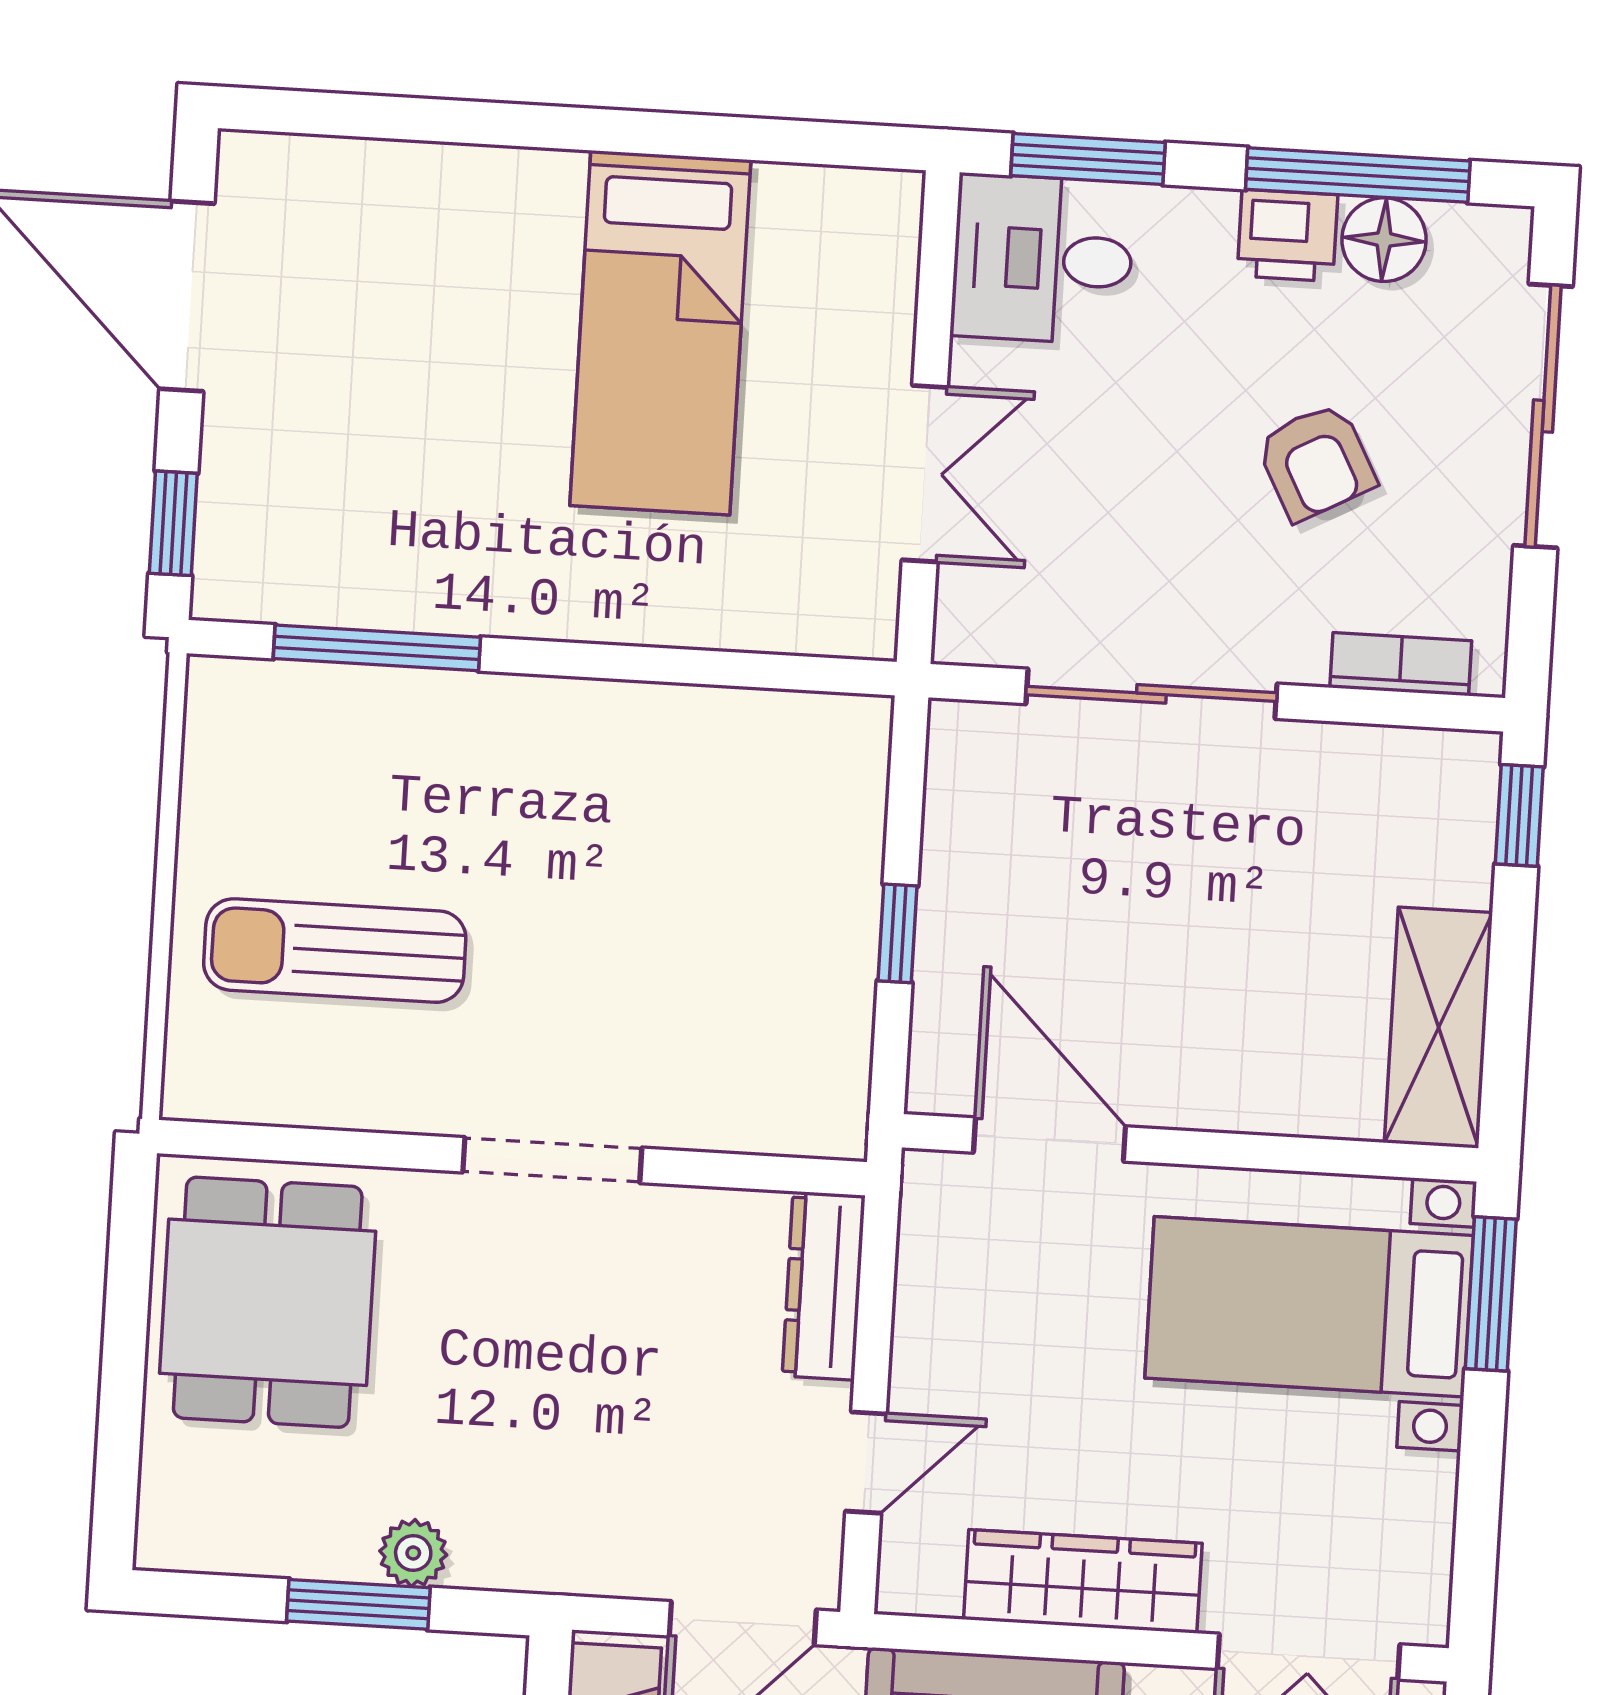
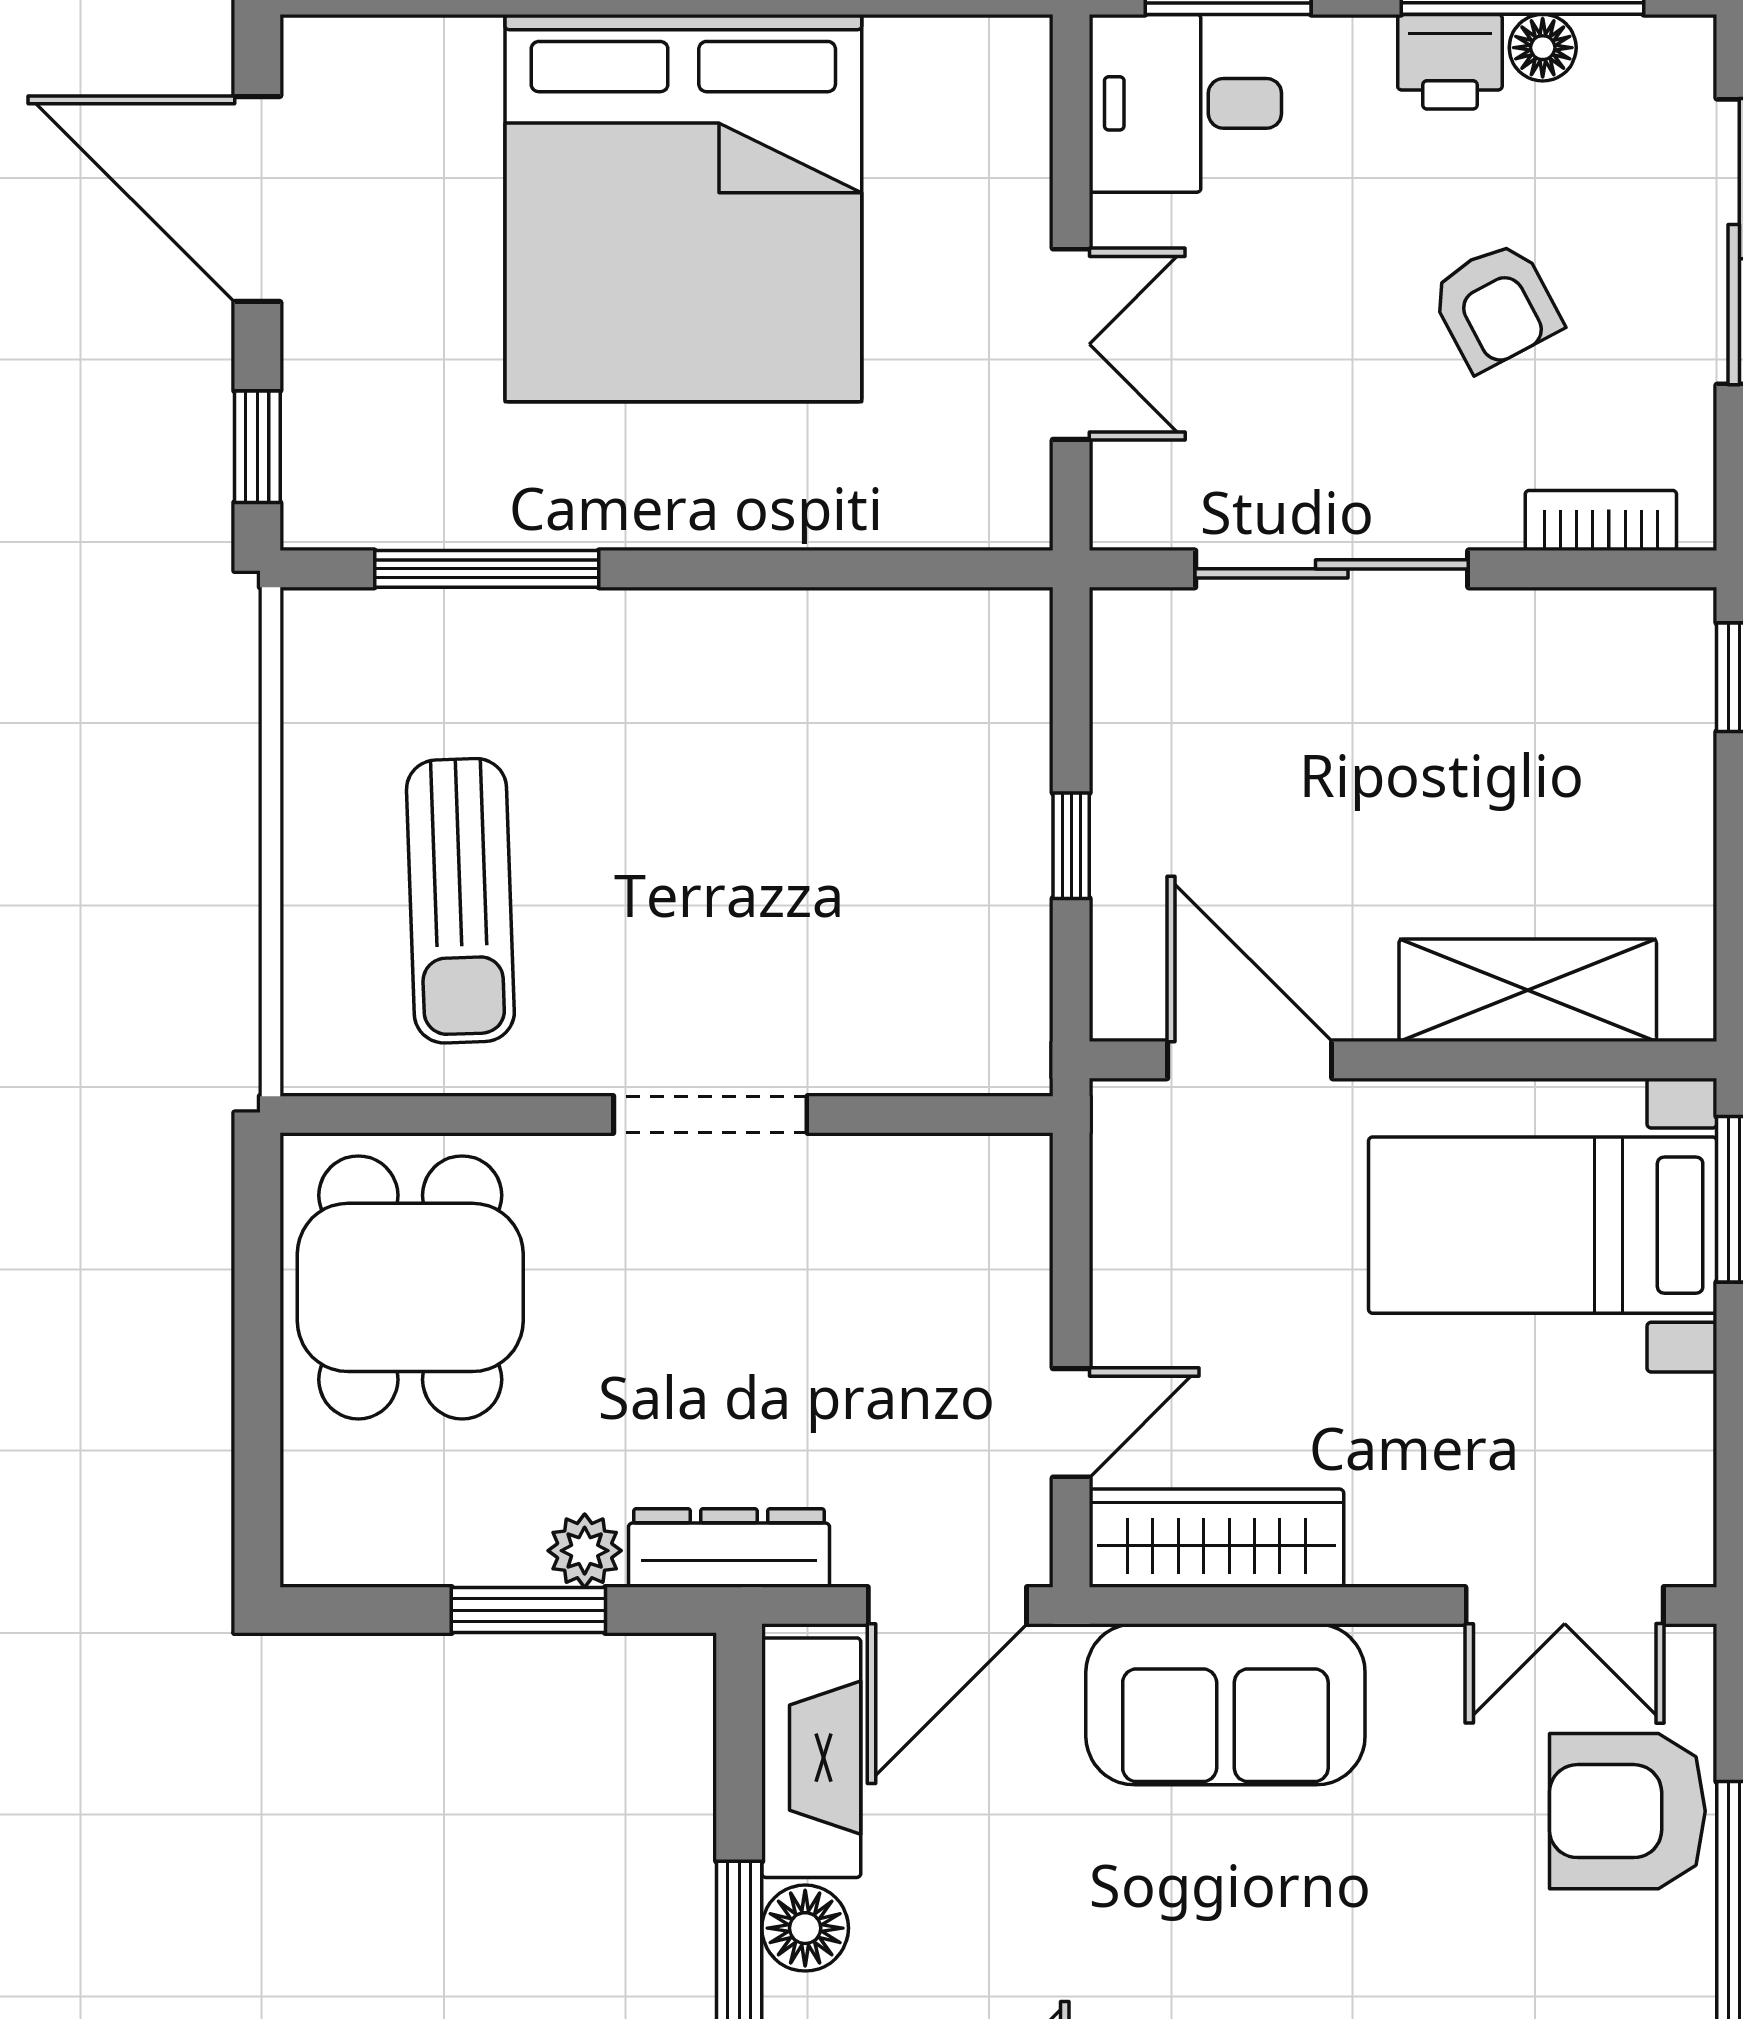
floor lamp: (1384, 240) -> (1543, 48), width x0.73, depth x0.73
bed: (660, 333) -> (683, 208), width x2.04
sun lounger: (335, 951) -> (460, 901), turned -92
shelving: (1438, 1028) -> (1528, 990), moved, turned 90
dresser: (824, 1286) -> (729, 1548), moved, turned 90
wardrobe: (1083, 1581) -> (1216, 1538), moved

